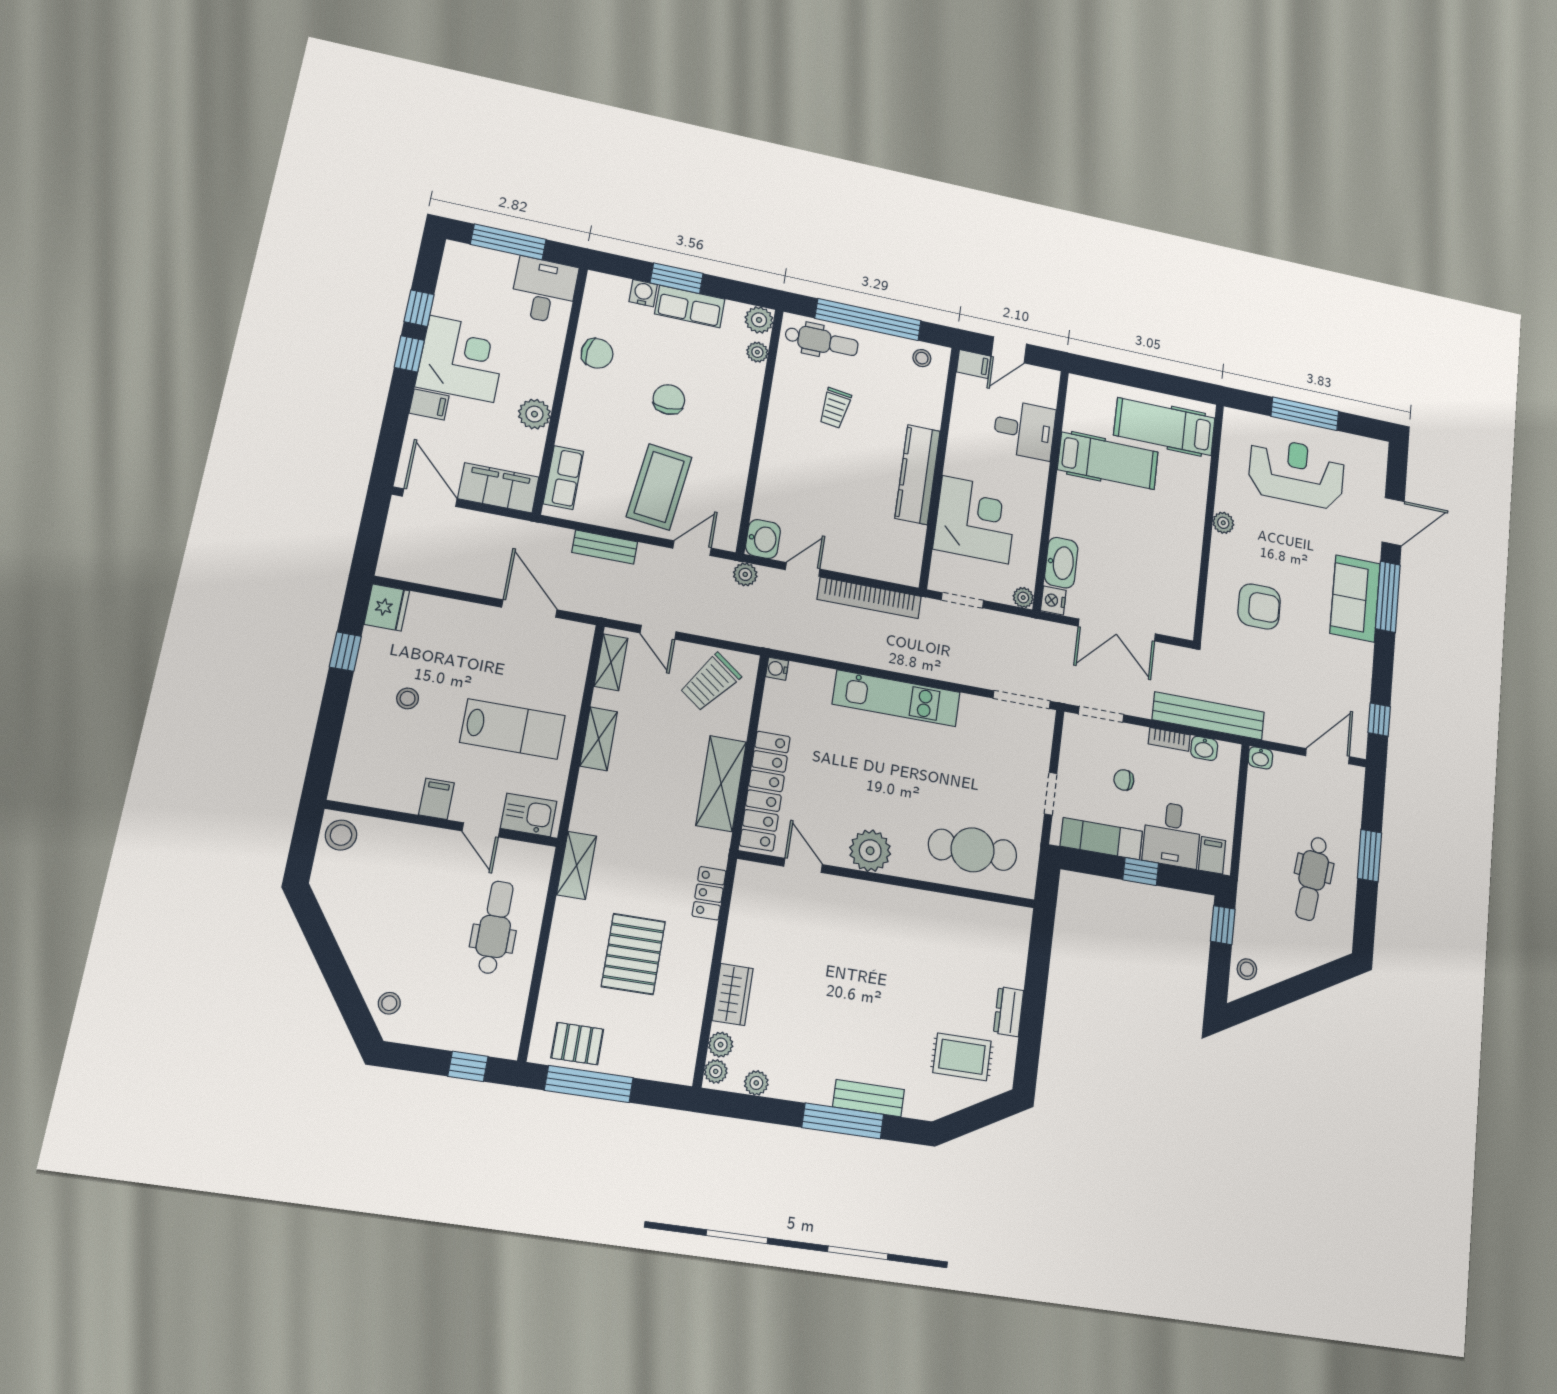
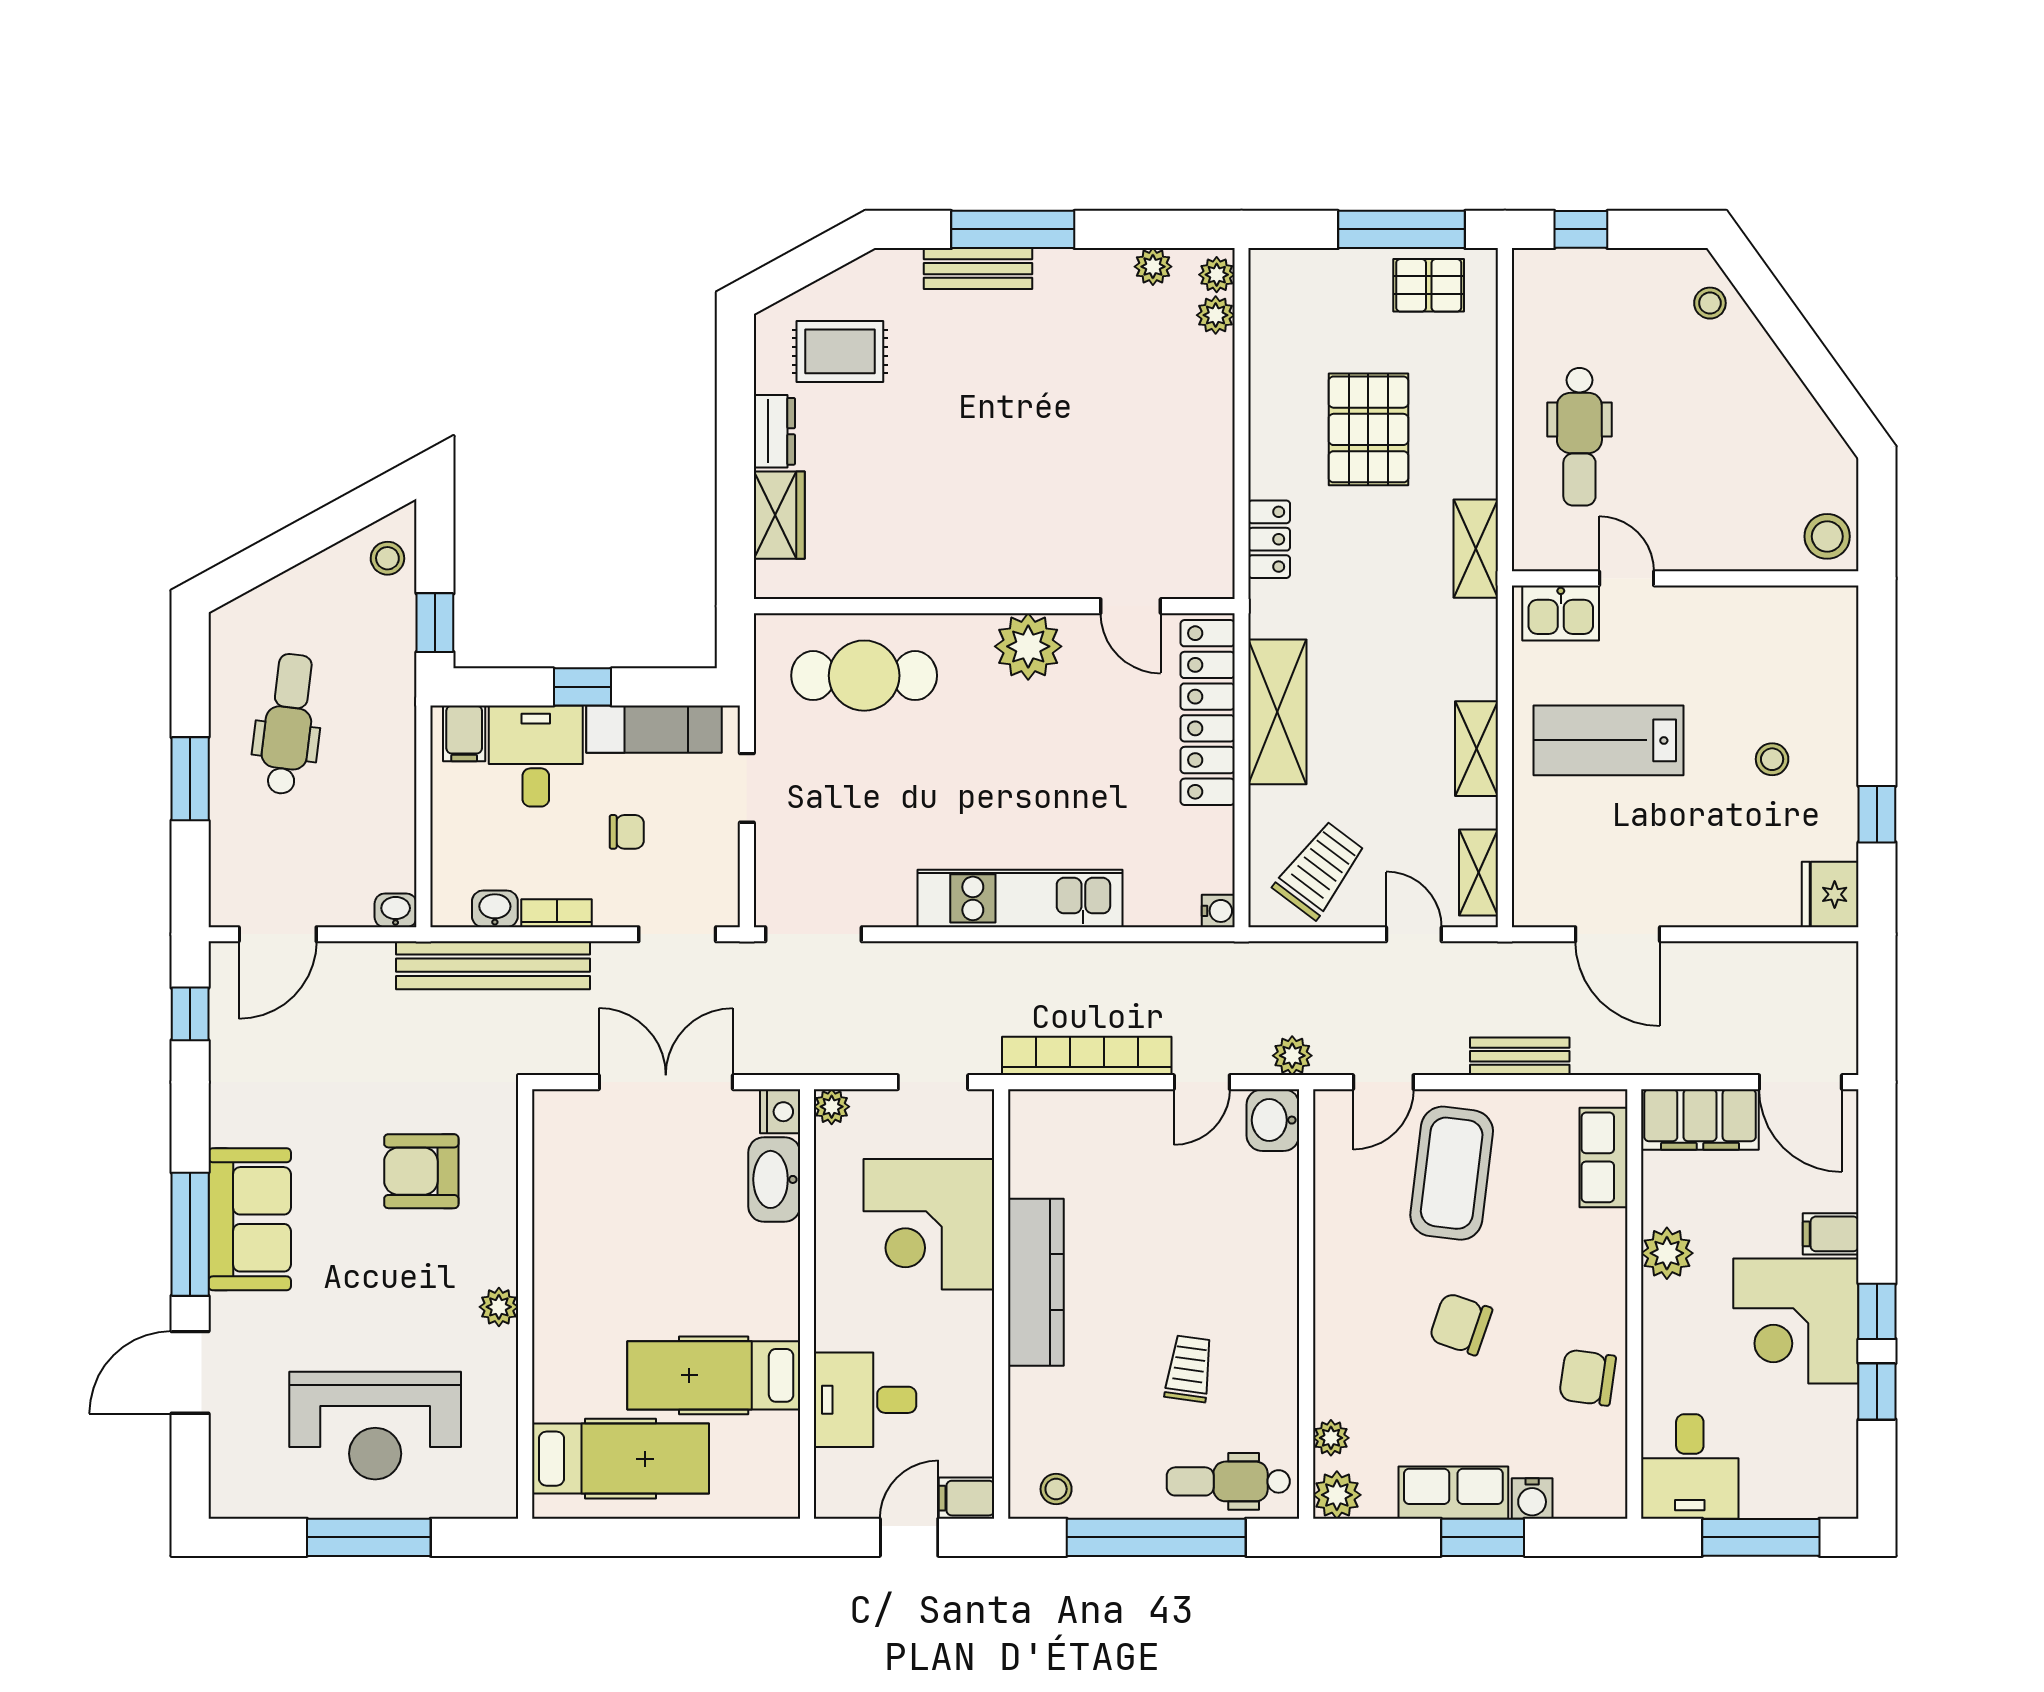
chair: (669, 399) -> (1461, 1324), turned 109
filing cabinet: (436, 799) -> (1701, 614), removed
wardrobe: (733, 994) -> (779, 515), moved, turned 180

